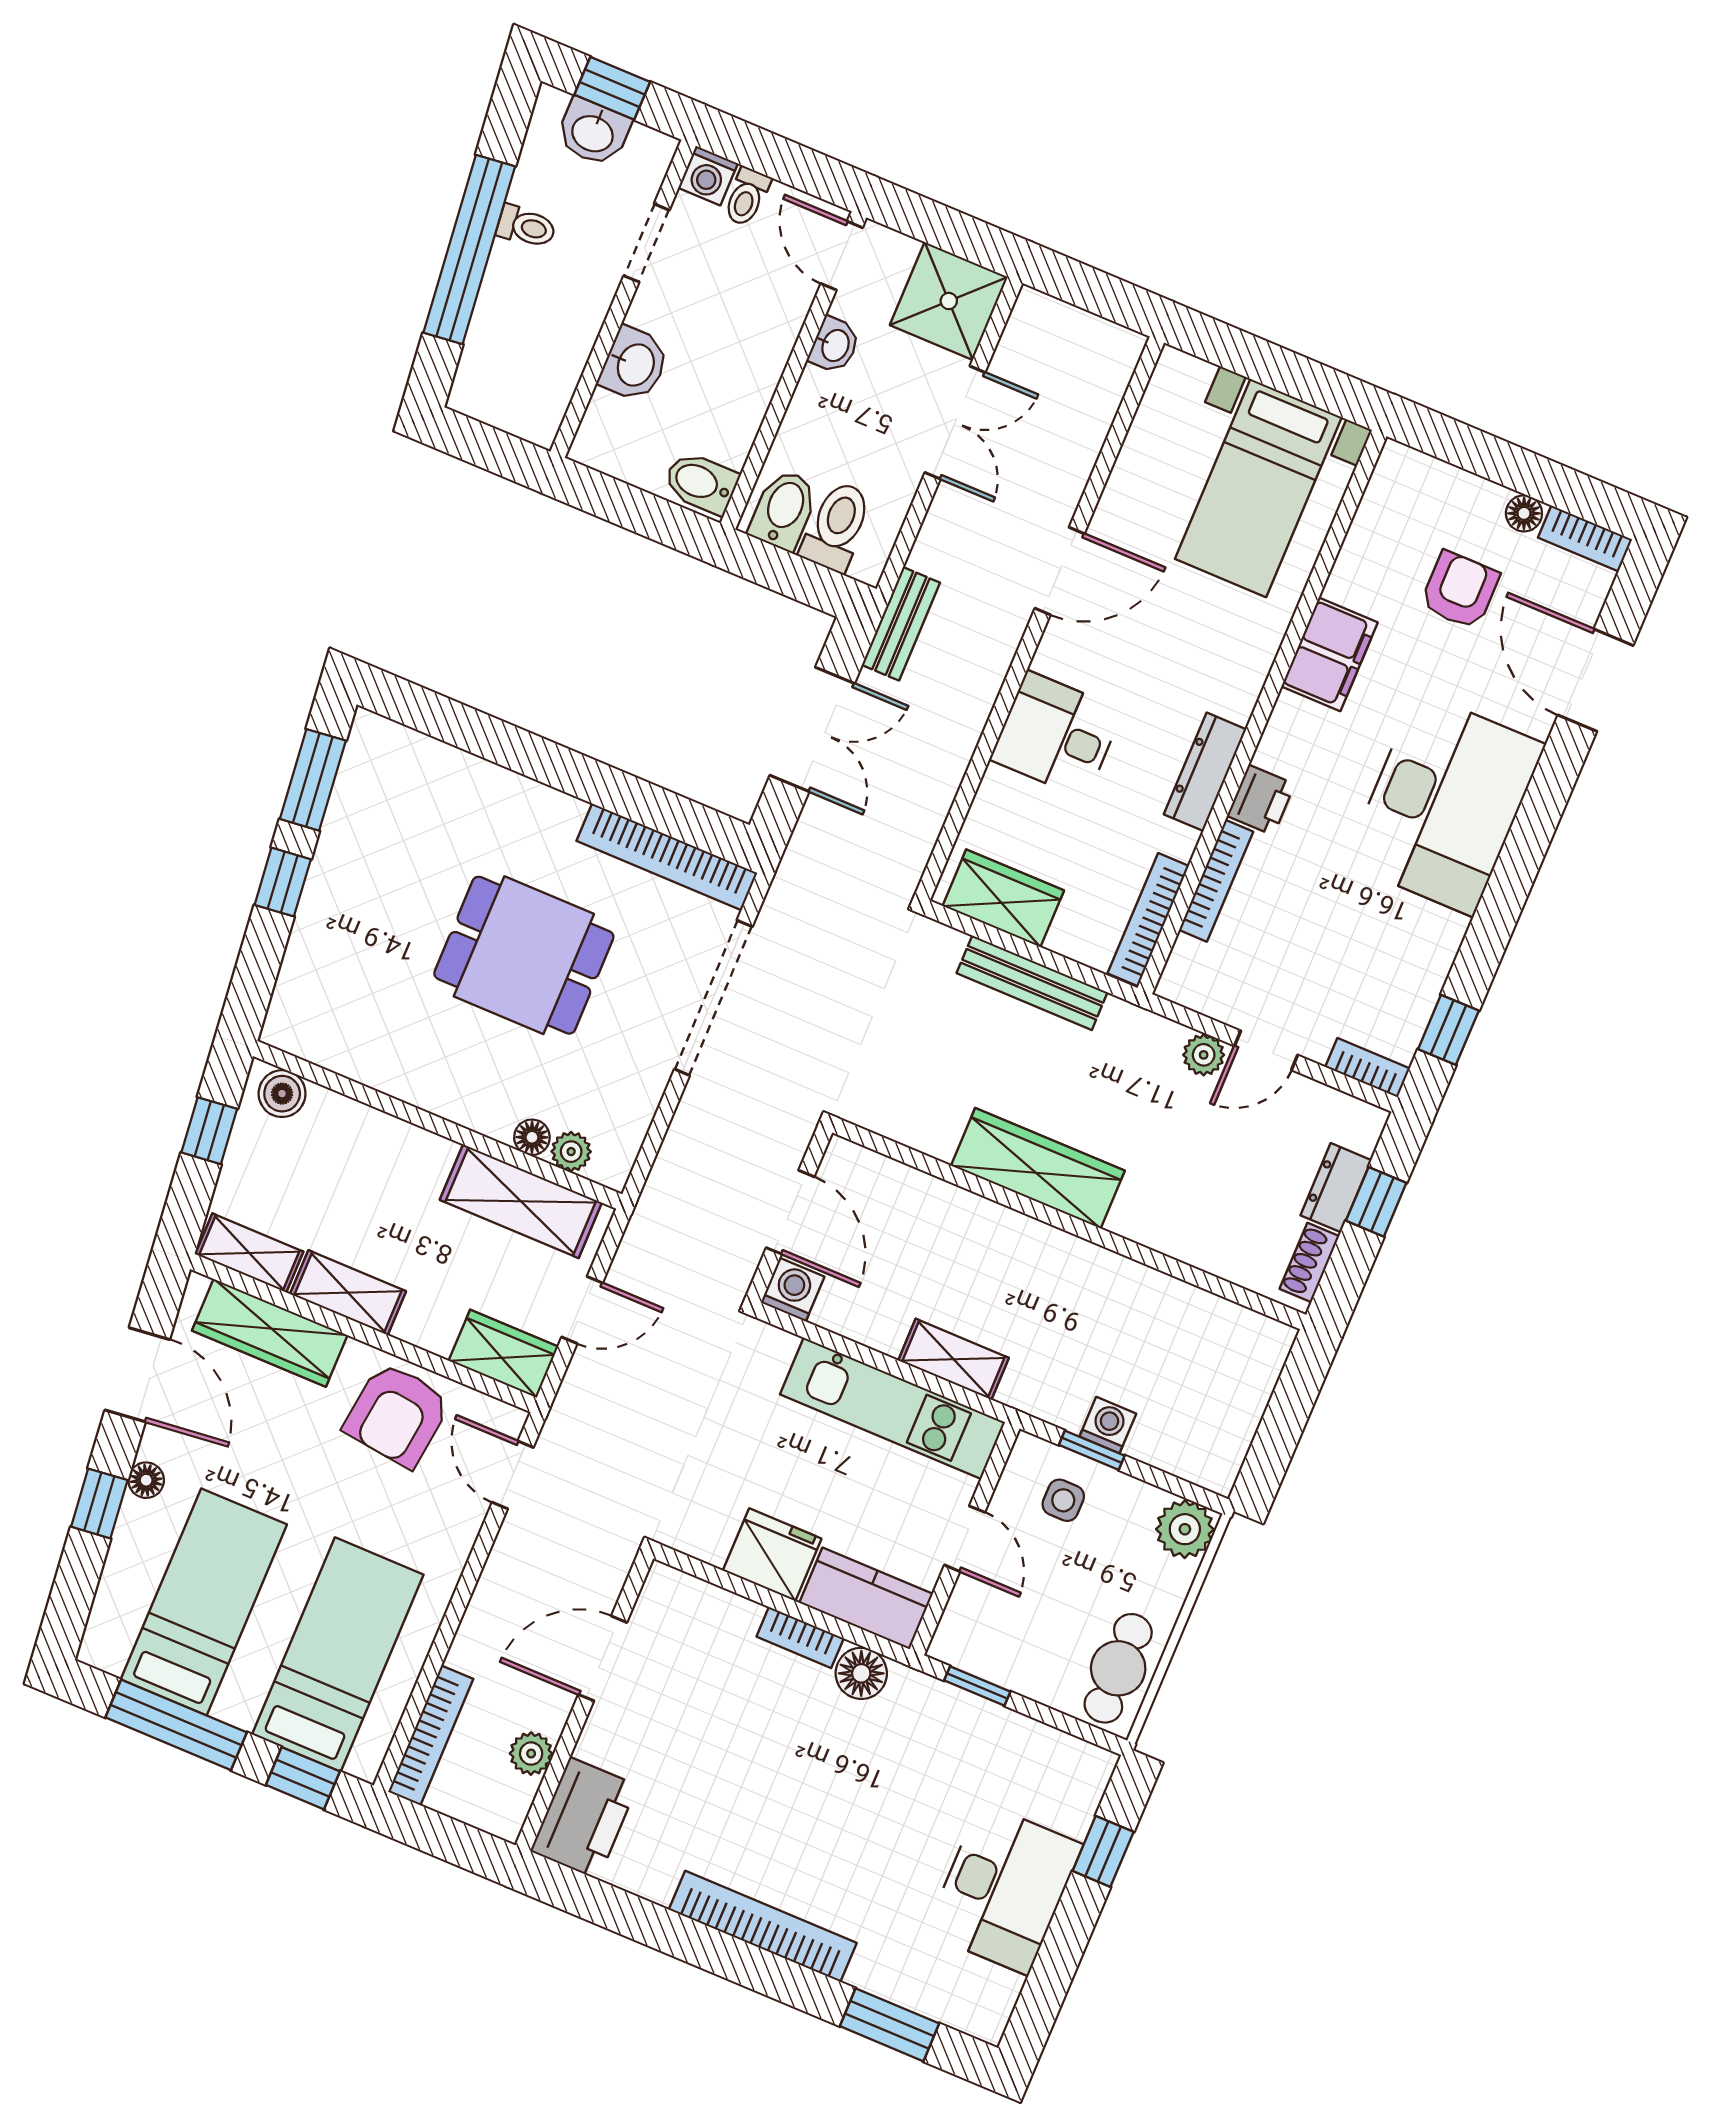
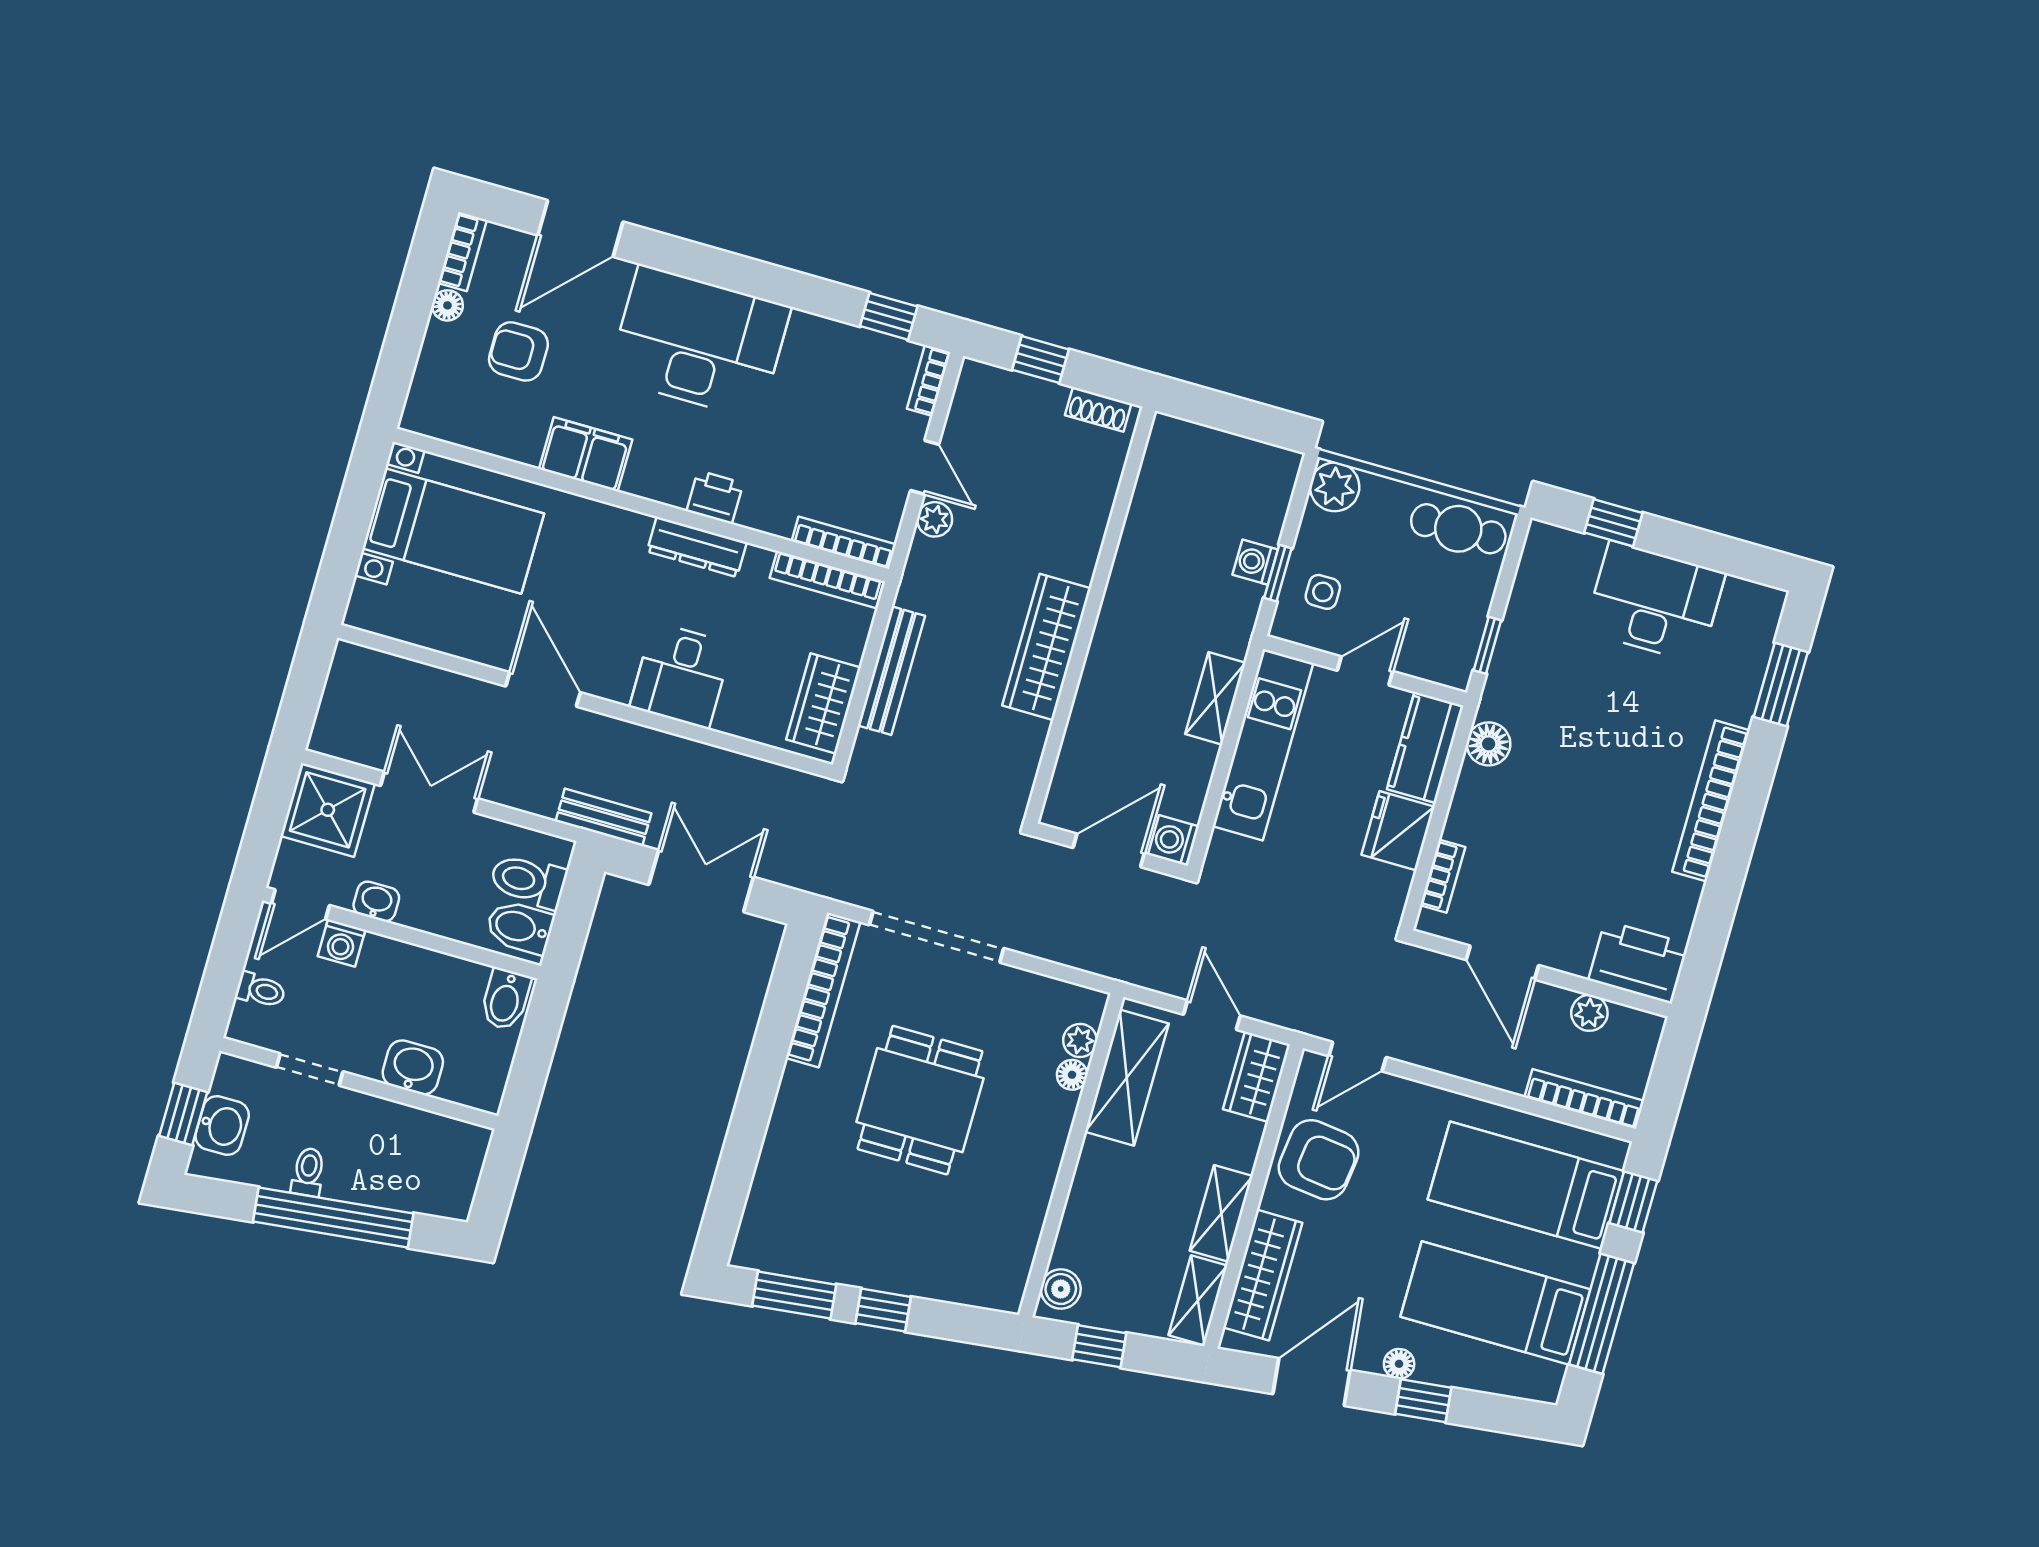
washing machine: (708, 176) -> (342, 943), moved, turned 90
bookcase: (1216, 881) -> (844, 543), moved
dresser: (1336, 1188) -> (1033, 395), removed
bookcase: (800, 1638) -> (1443, 876), moved

